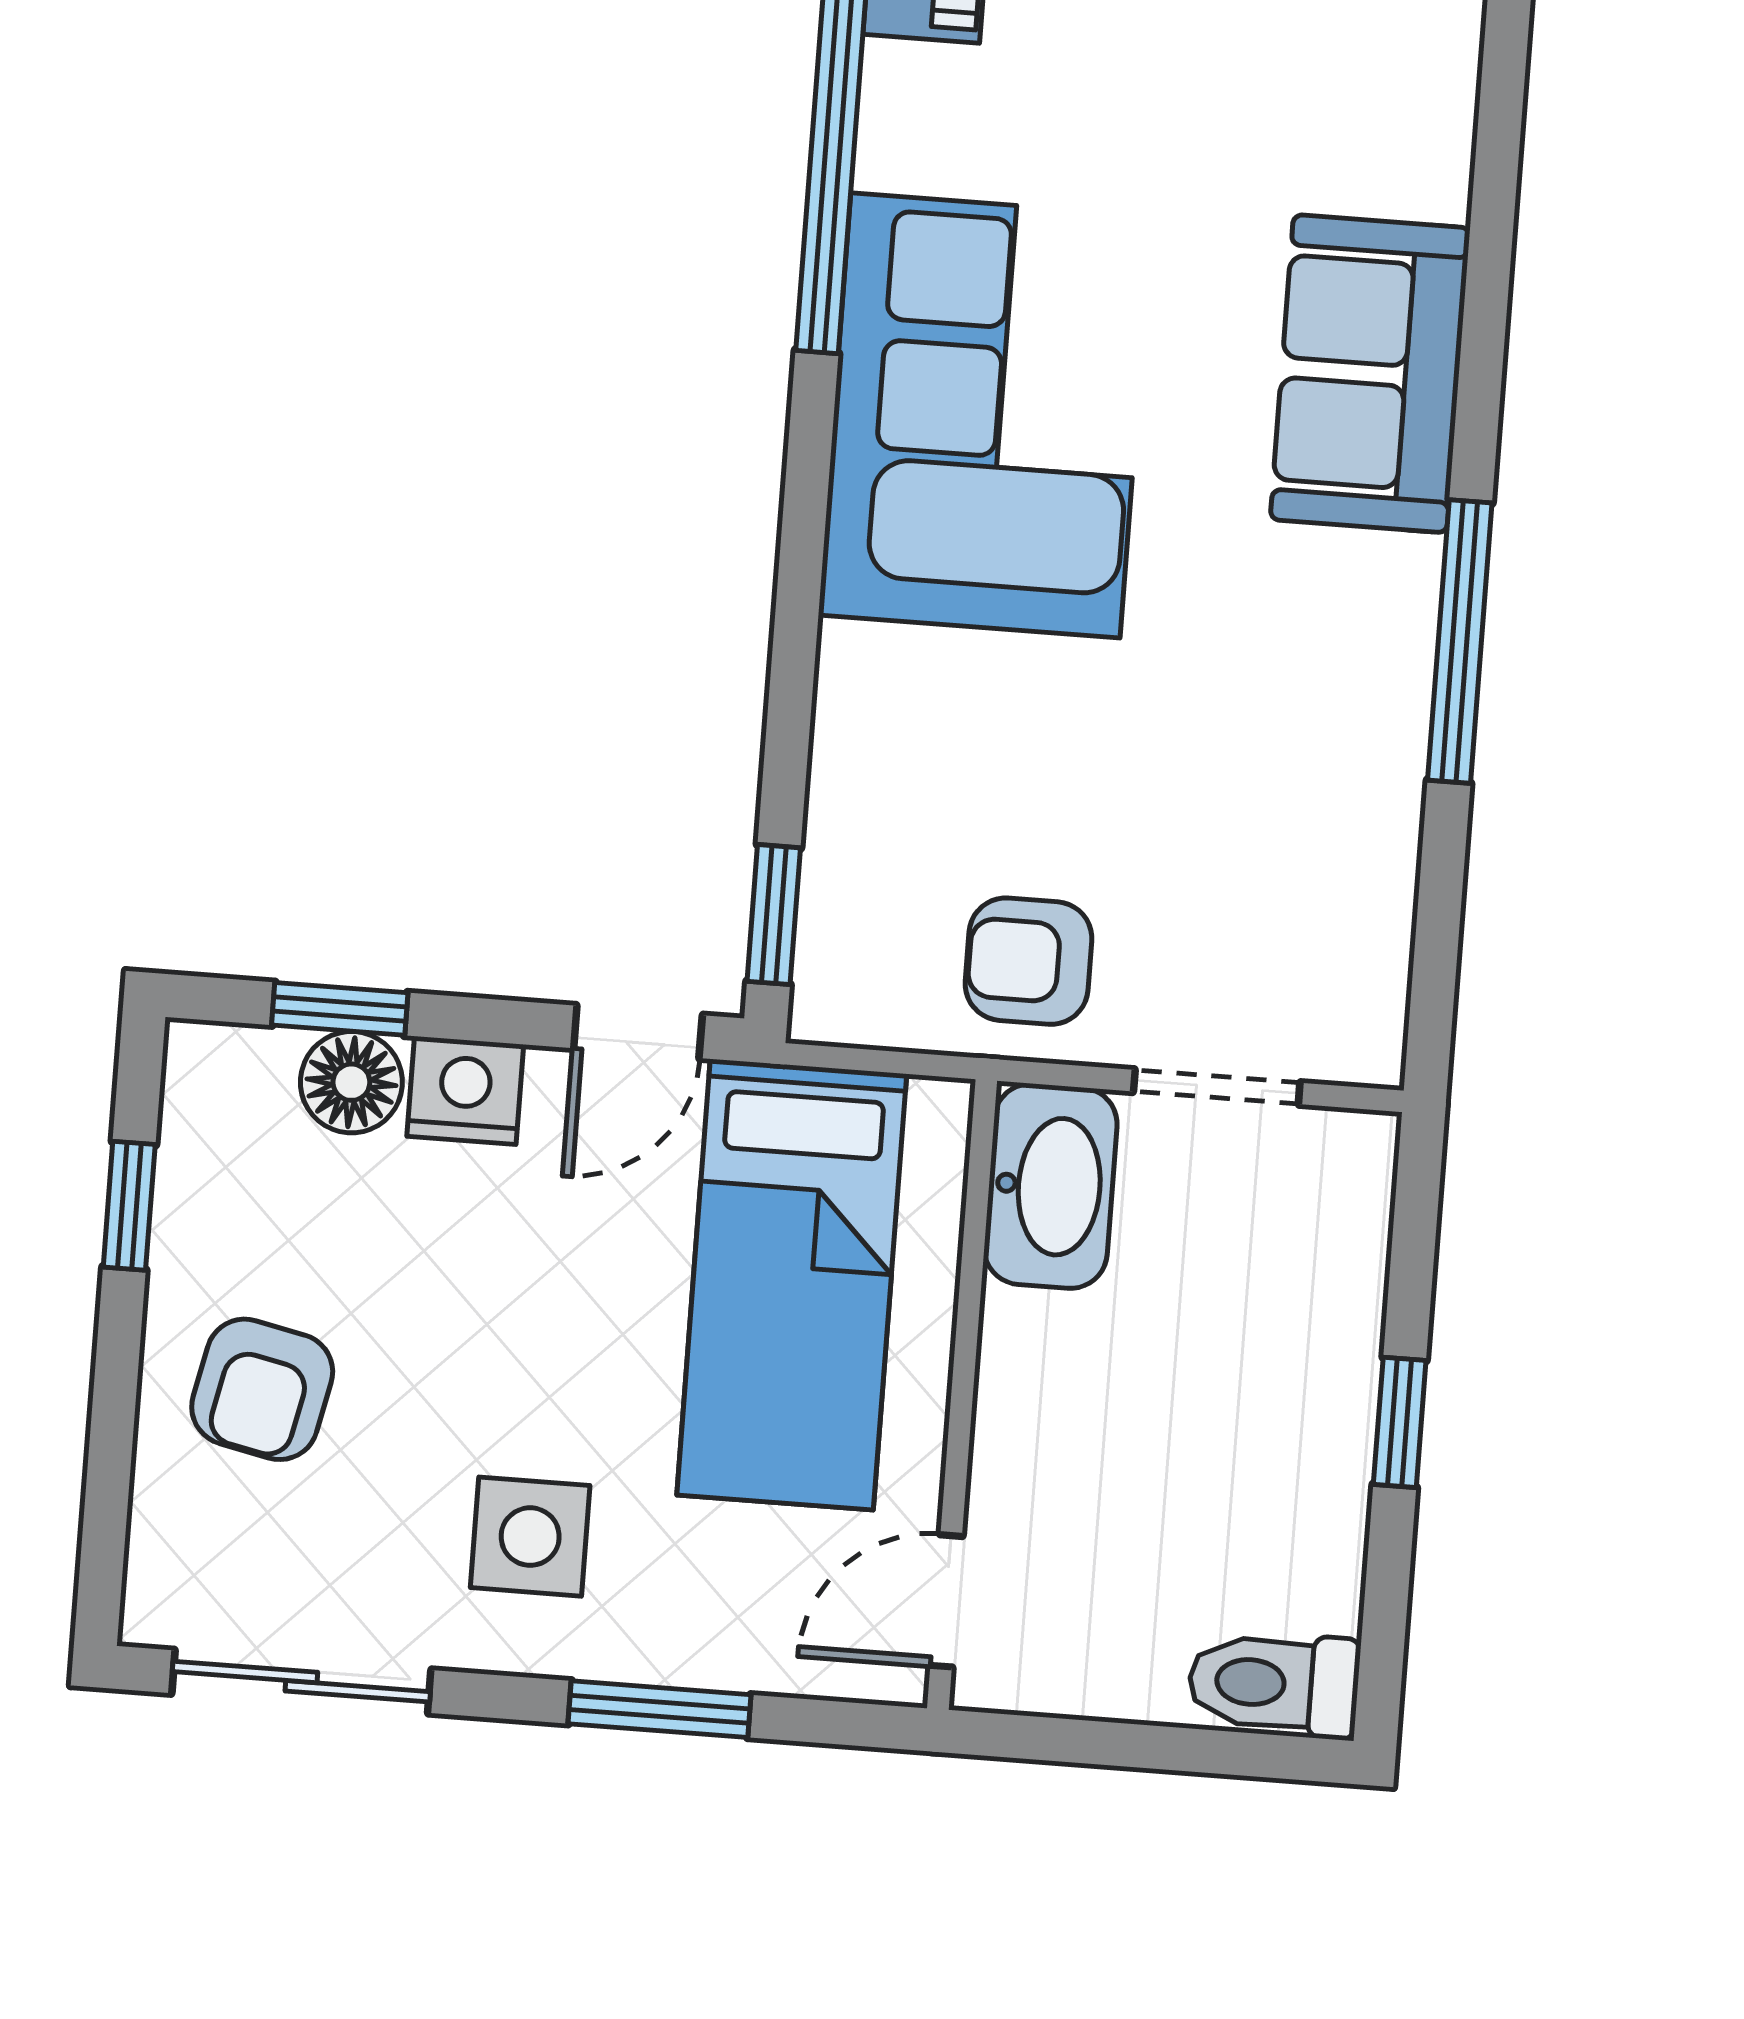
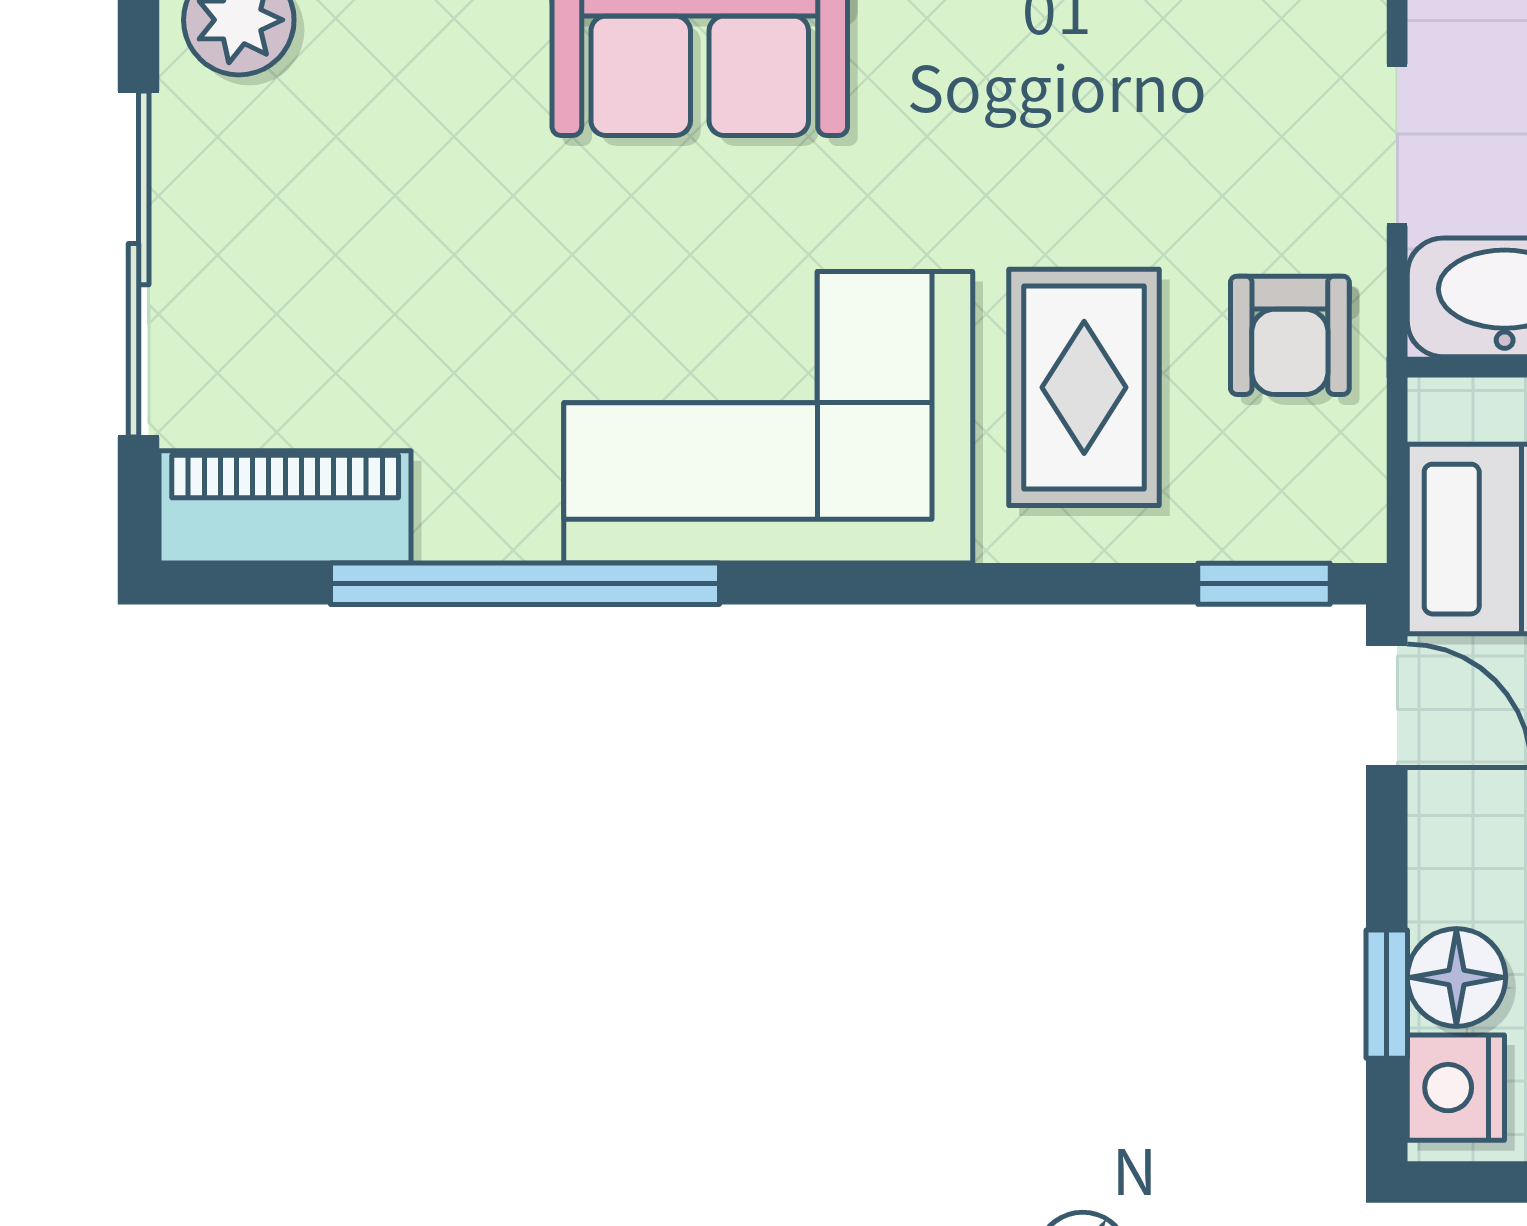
rug: (991, 744) -> (1084, 387), added
nightstand: (465, 1090) -> (1456, 1088), moved

